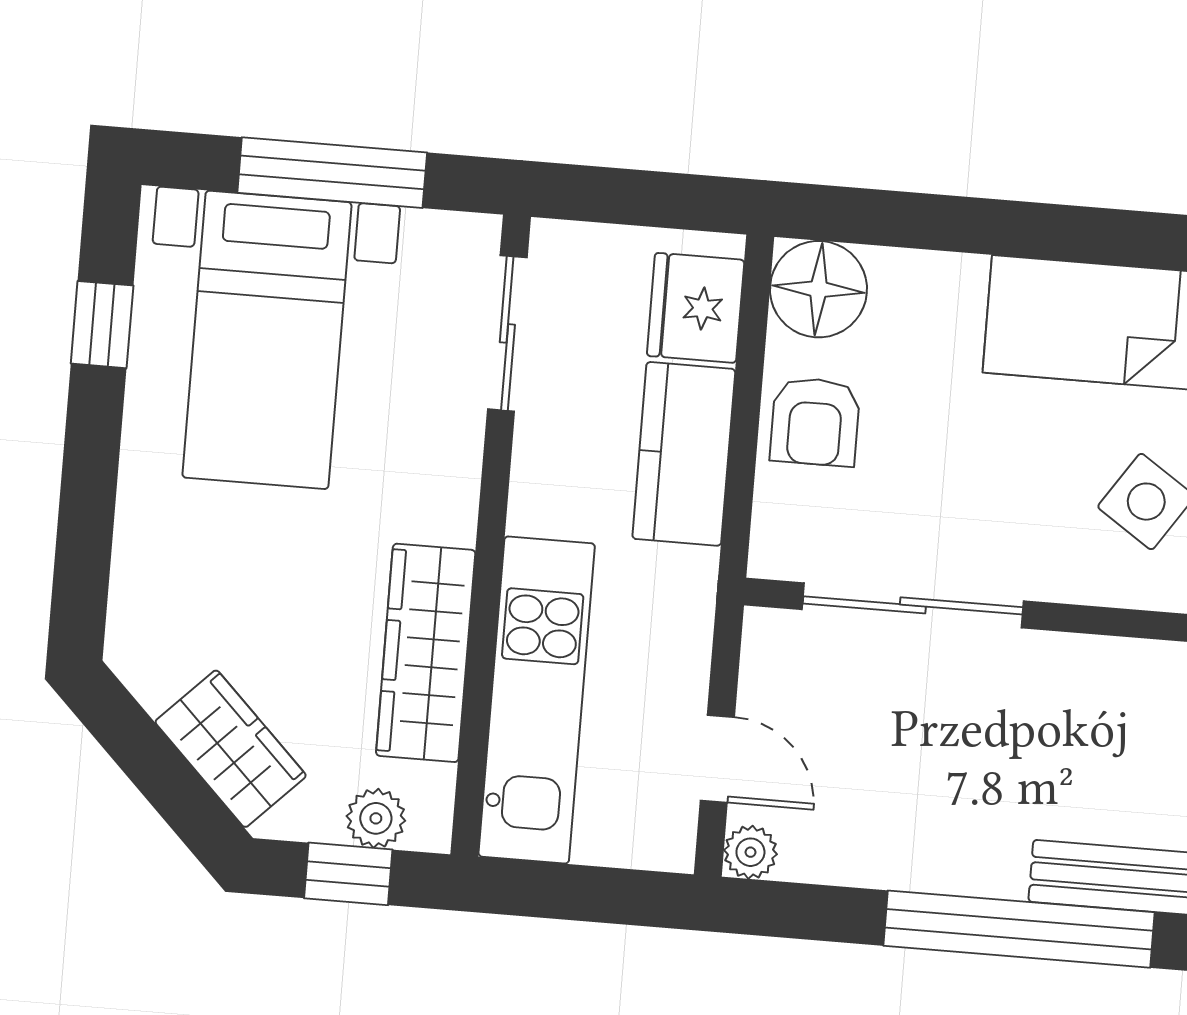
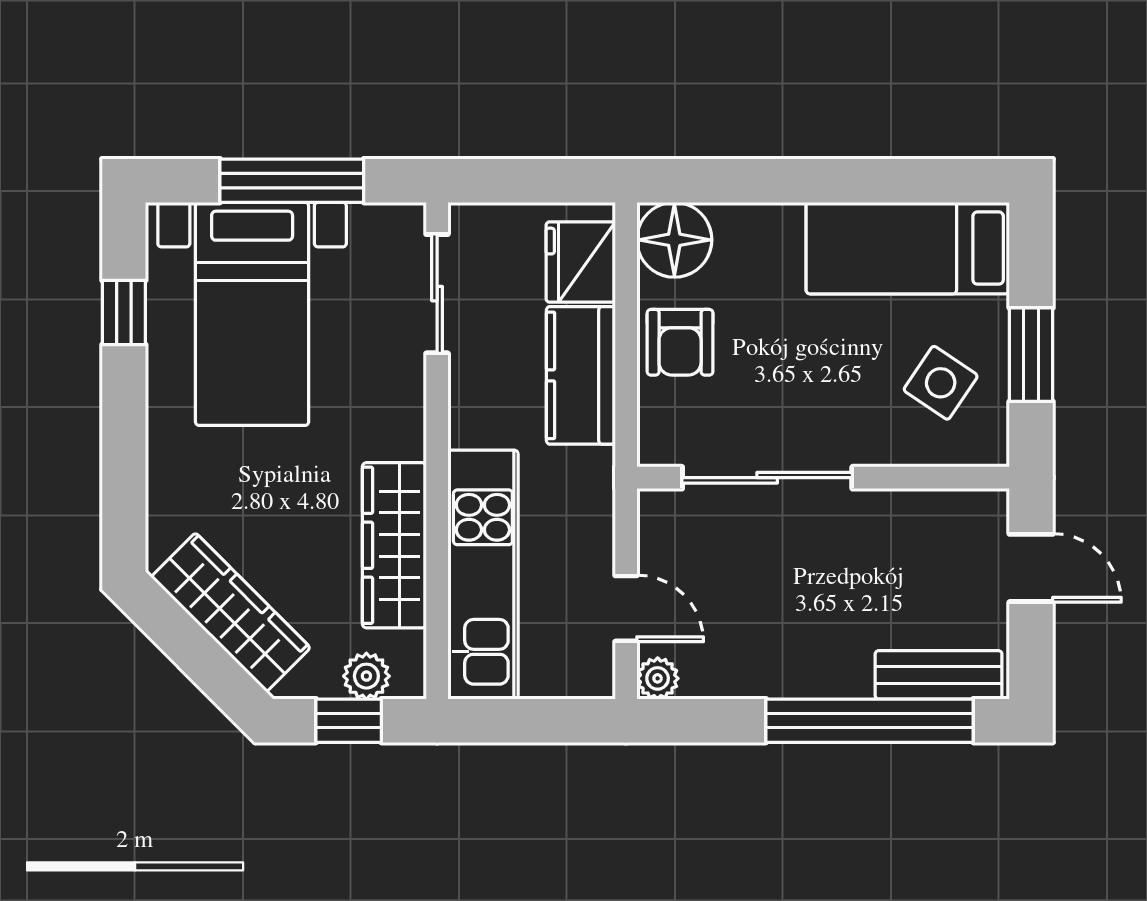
wardrobe: (231, 749) -> (231, 612), width x1.50

